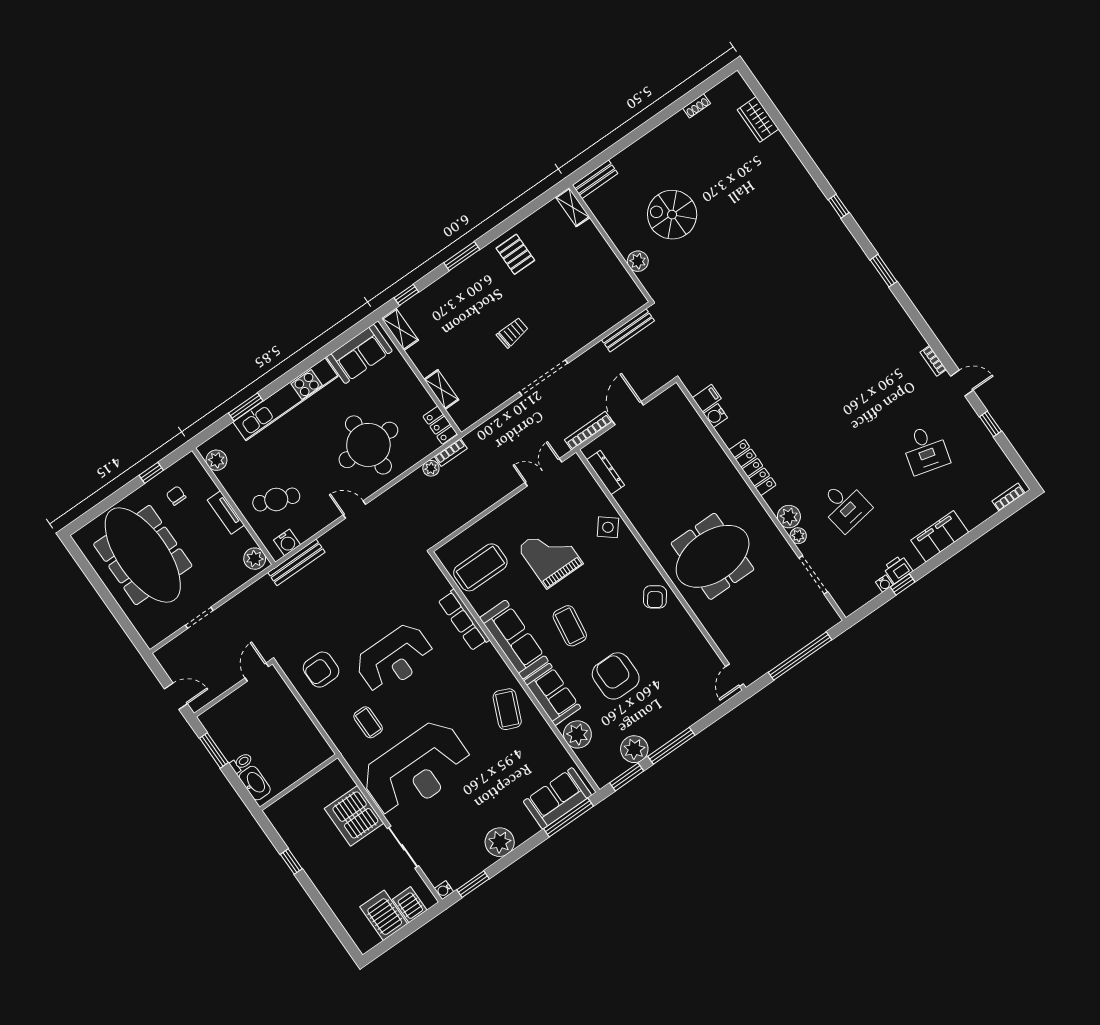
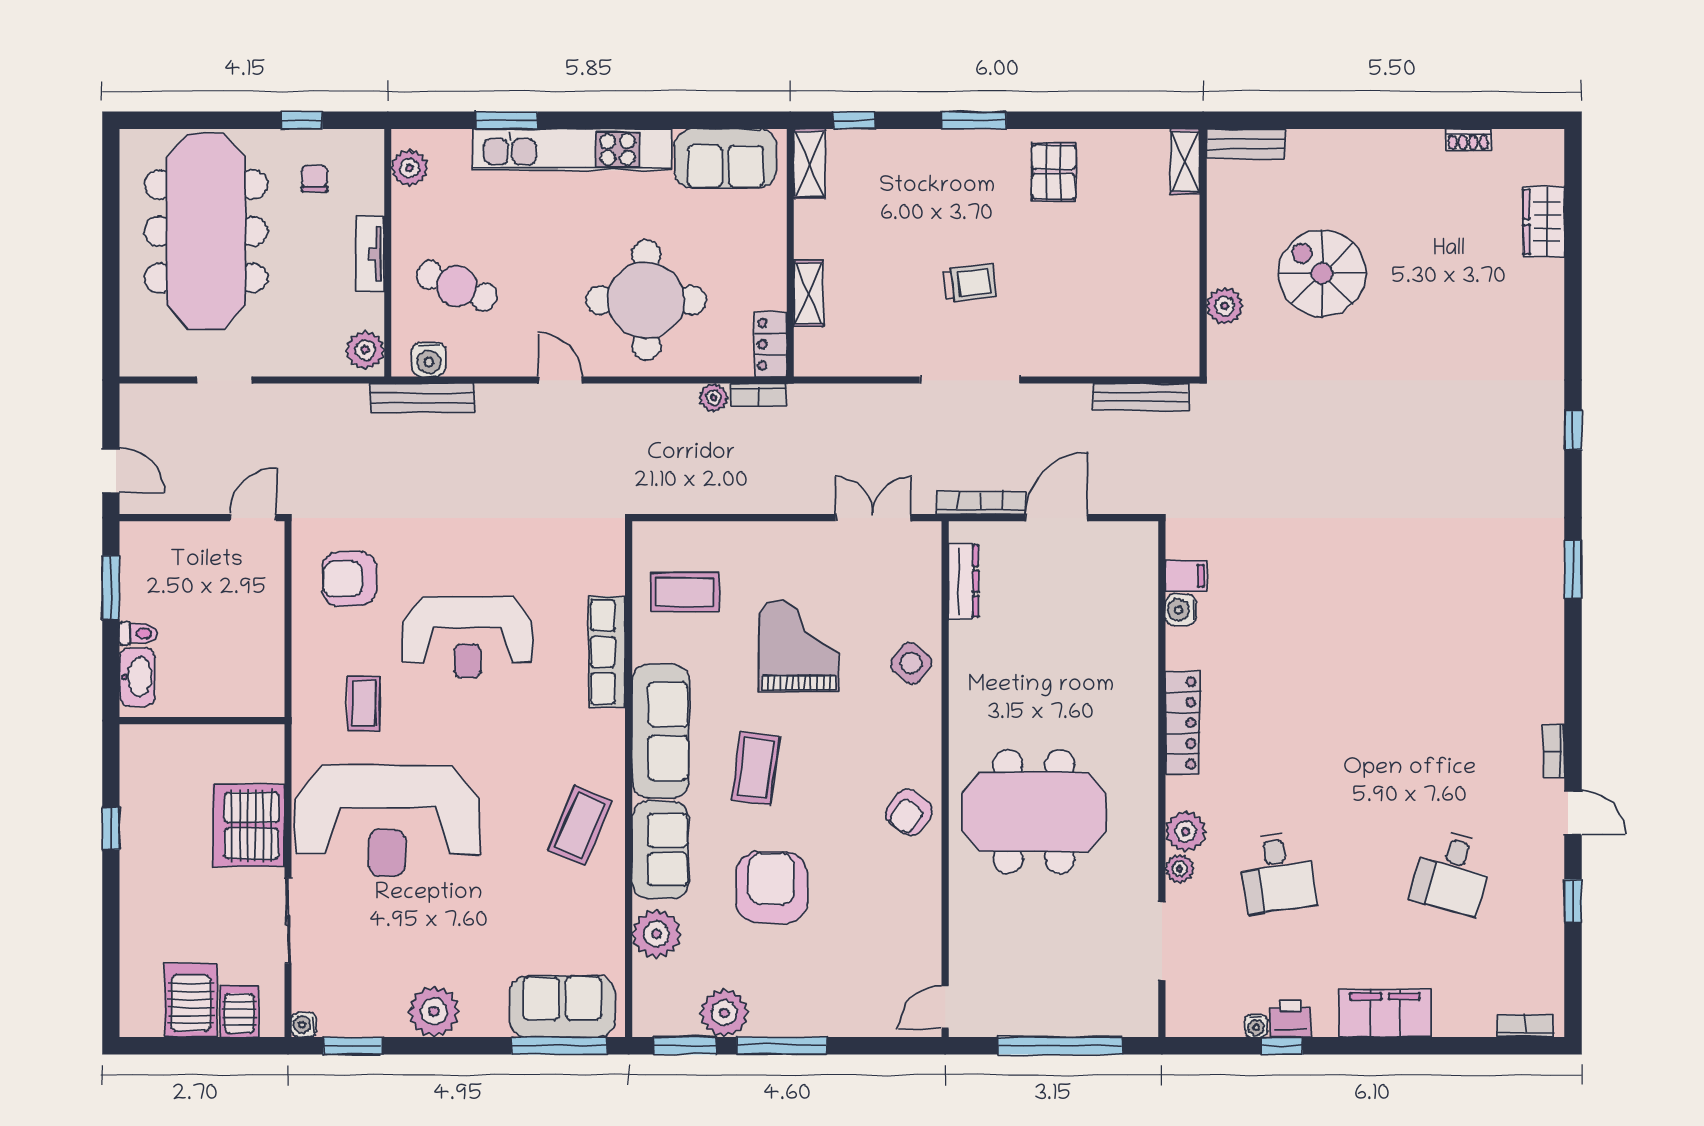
coffee table: (480, 567) -> (685, 592), width x0.73, depth x0.76

